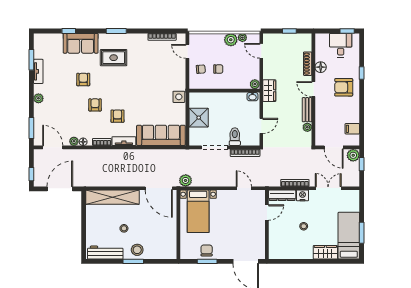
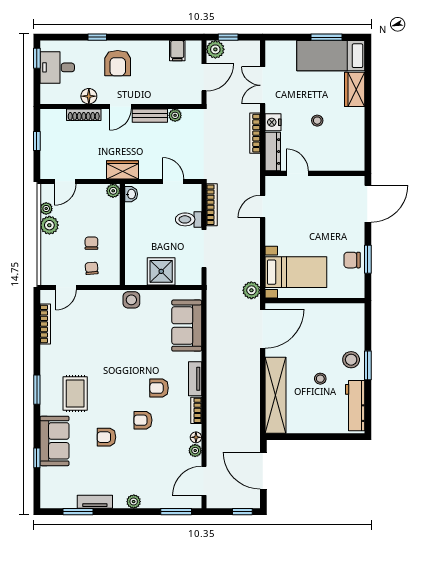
sofa: (161, 135) -> (187, 326), width x0.73

